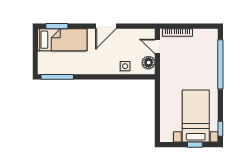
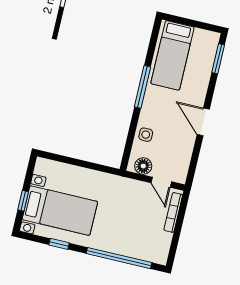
bed: (62, 40) -> (172, 55), moved
door: (157, 46) -> (161, 182), swing flipped
window: (57, 77) -> (143, 87), moved
window: (220, 129) -> (59, 244), moved

